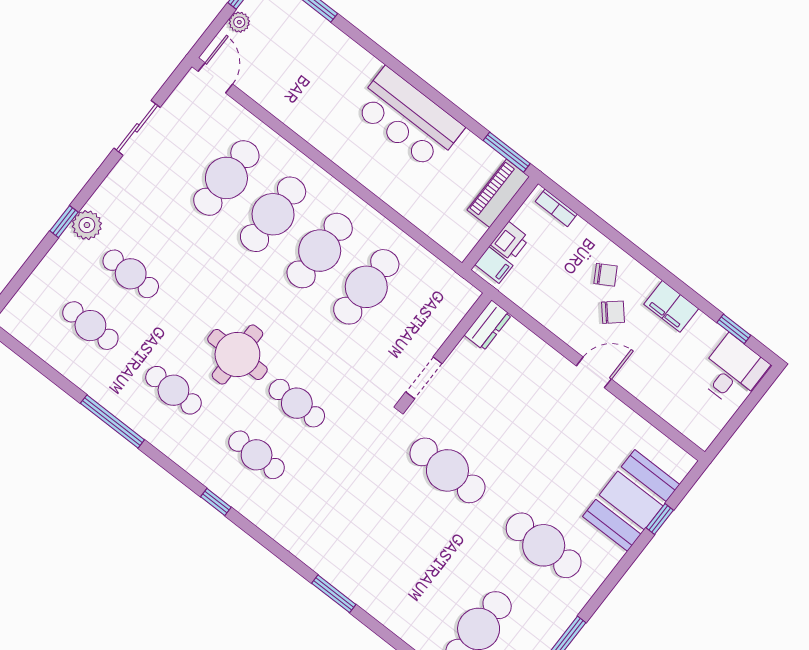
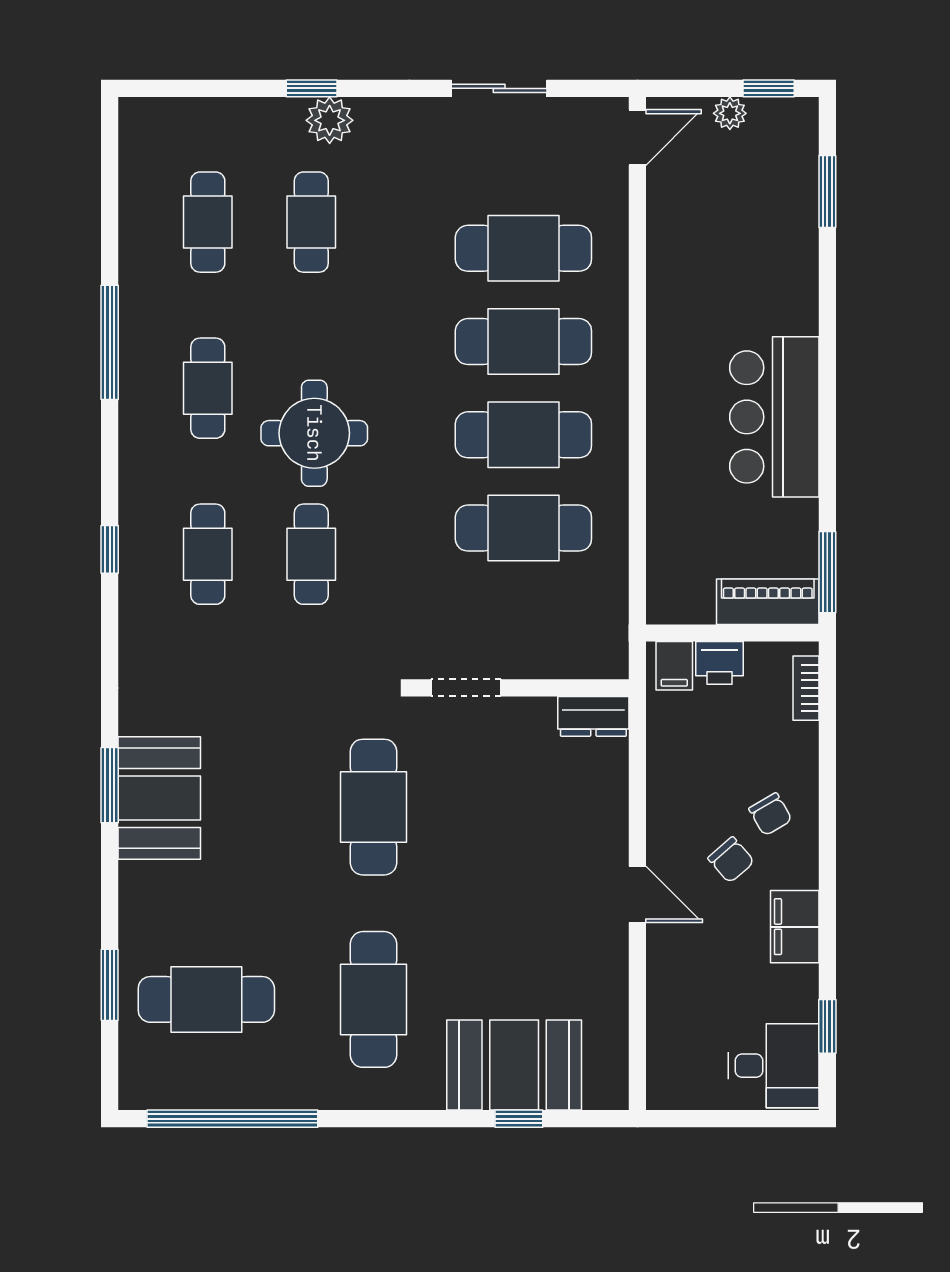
booth: (359, 574) -> (159, 798), added

